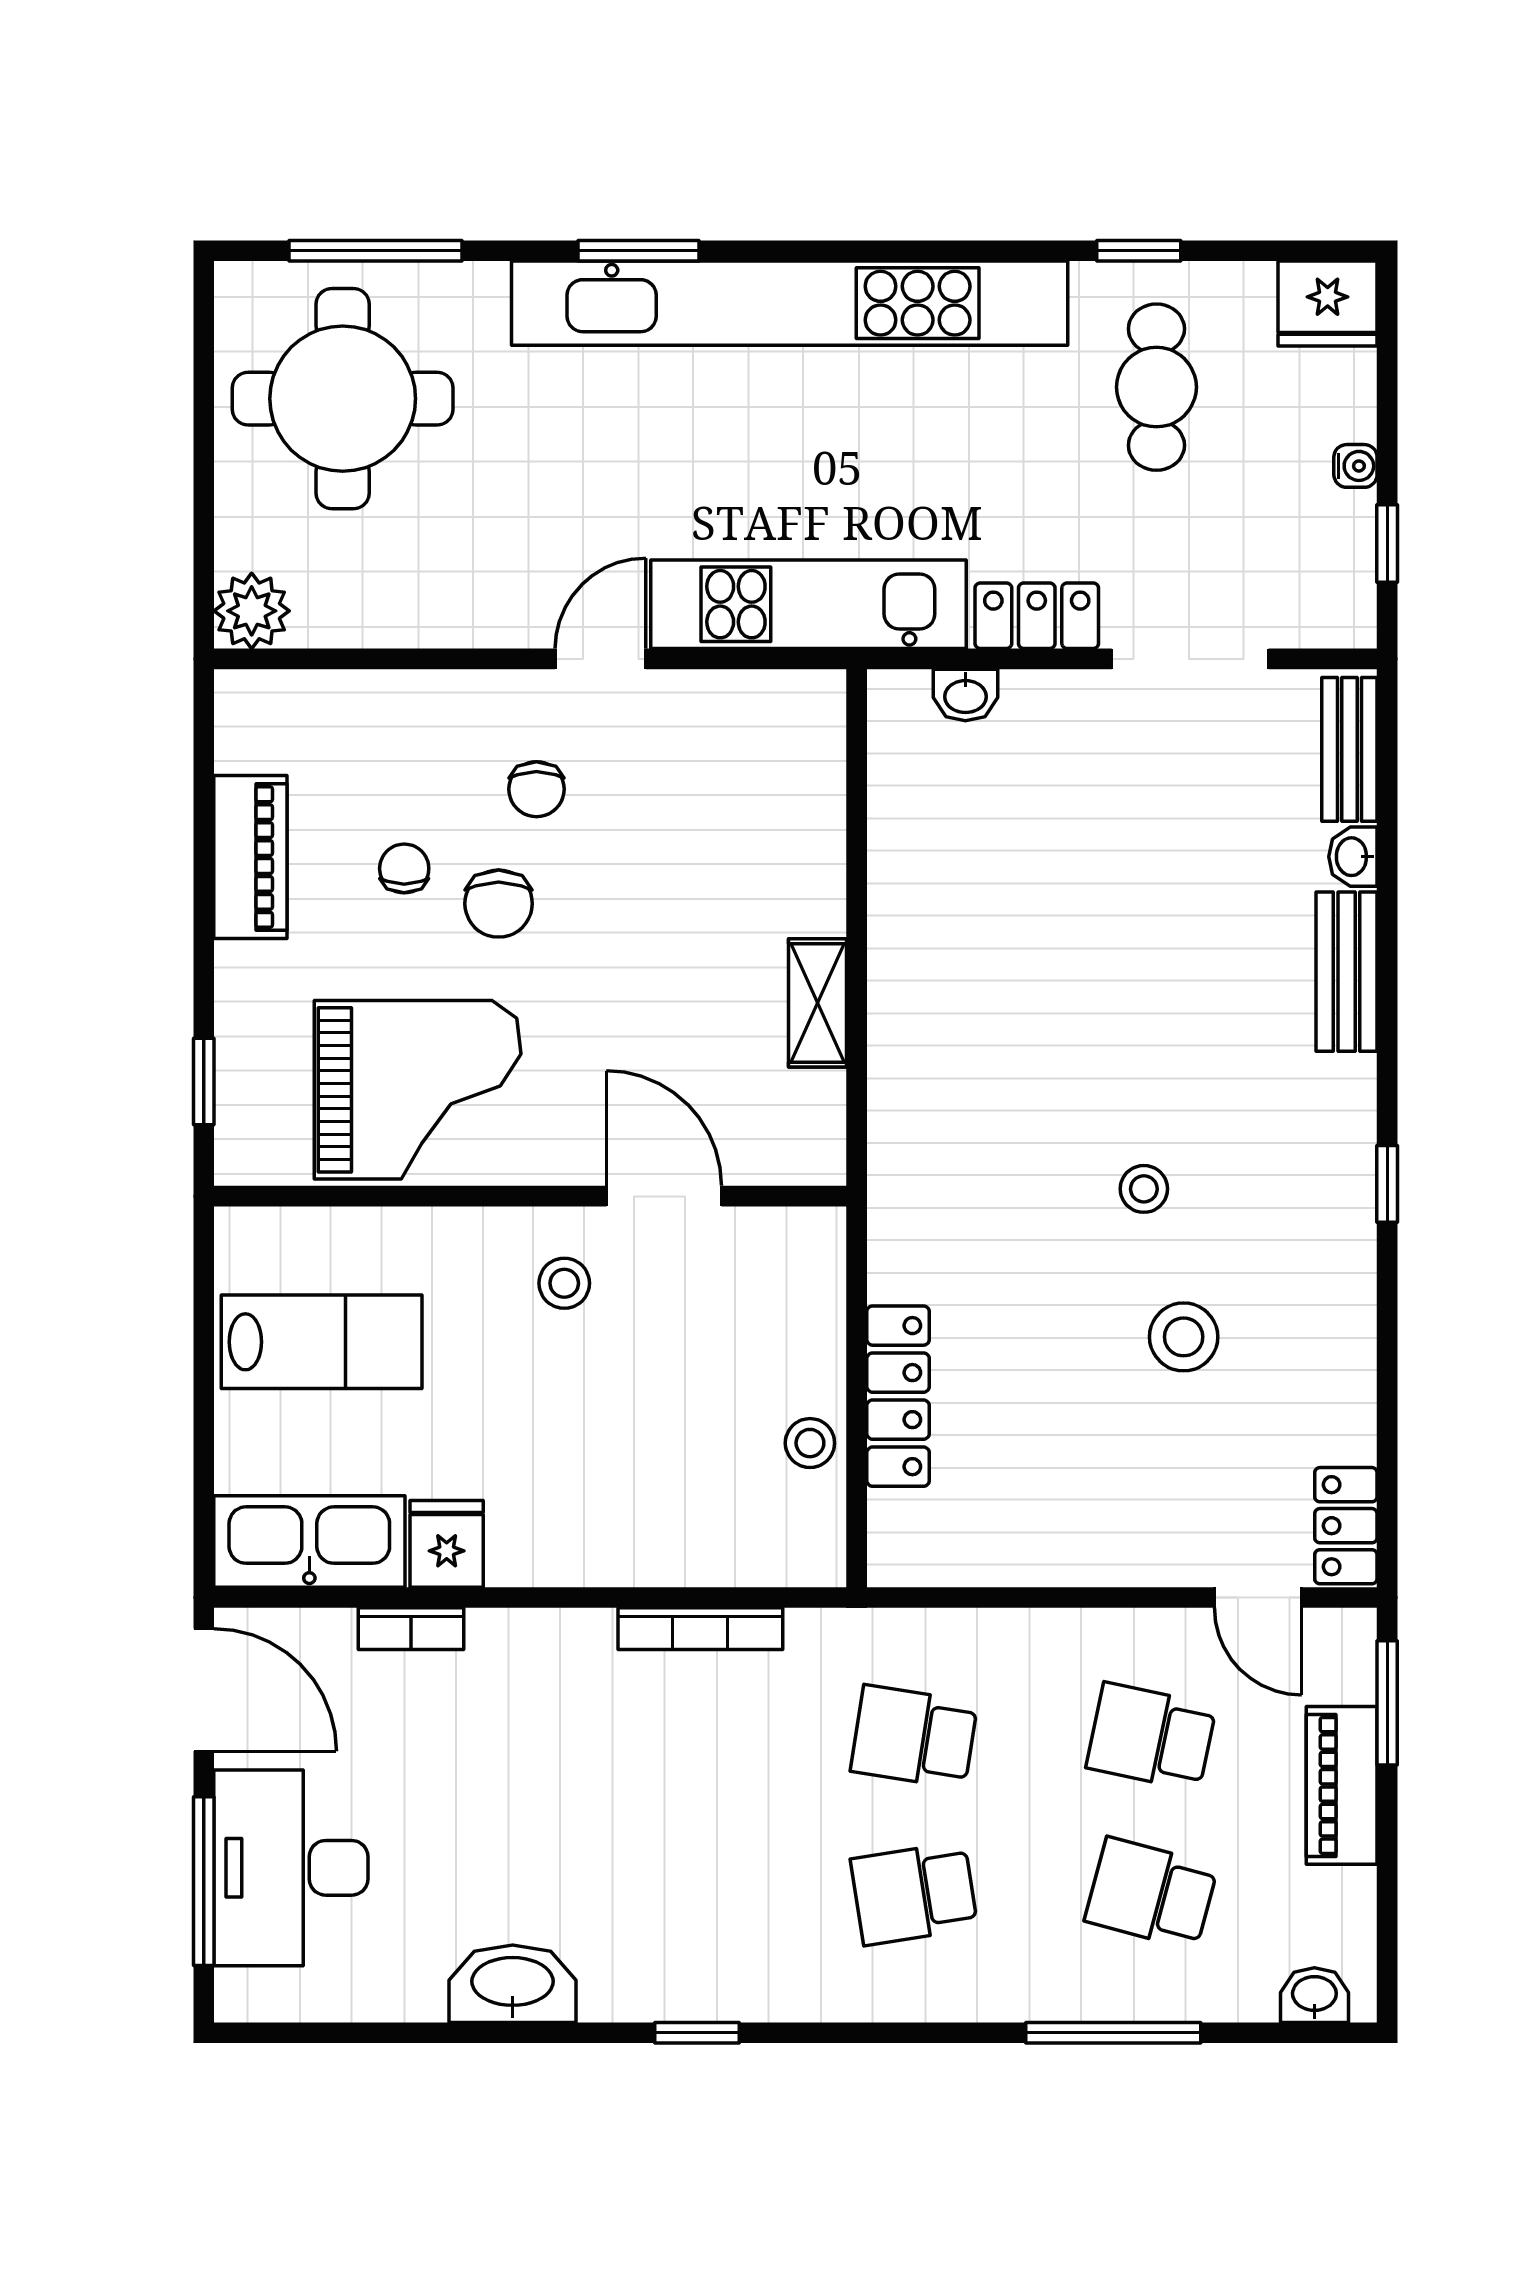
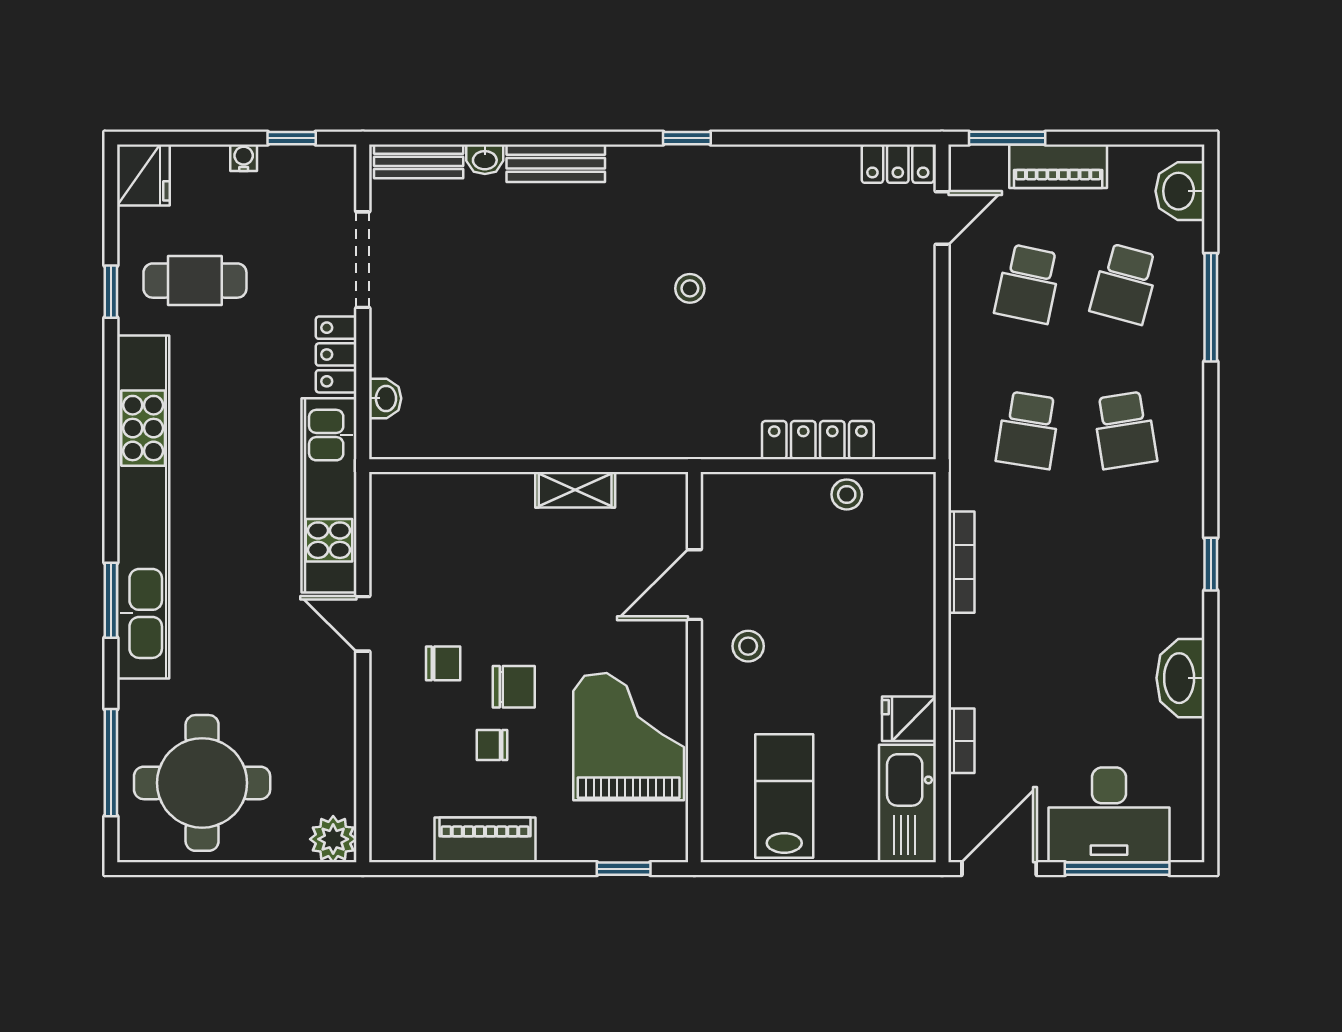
stool: (1184, 1337) -> (781, 264), removed
washbasin: (1314, 1995) -> (1180, 191), width x1.38, depth x1.45

